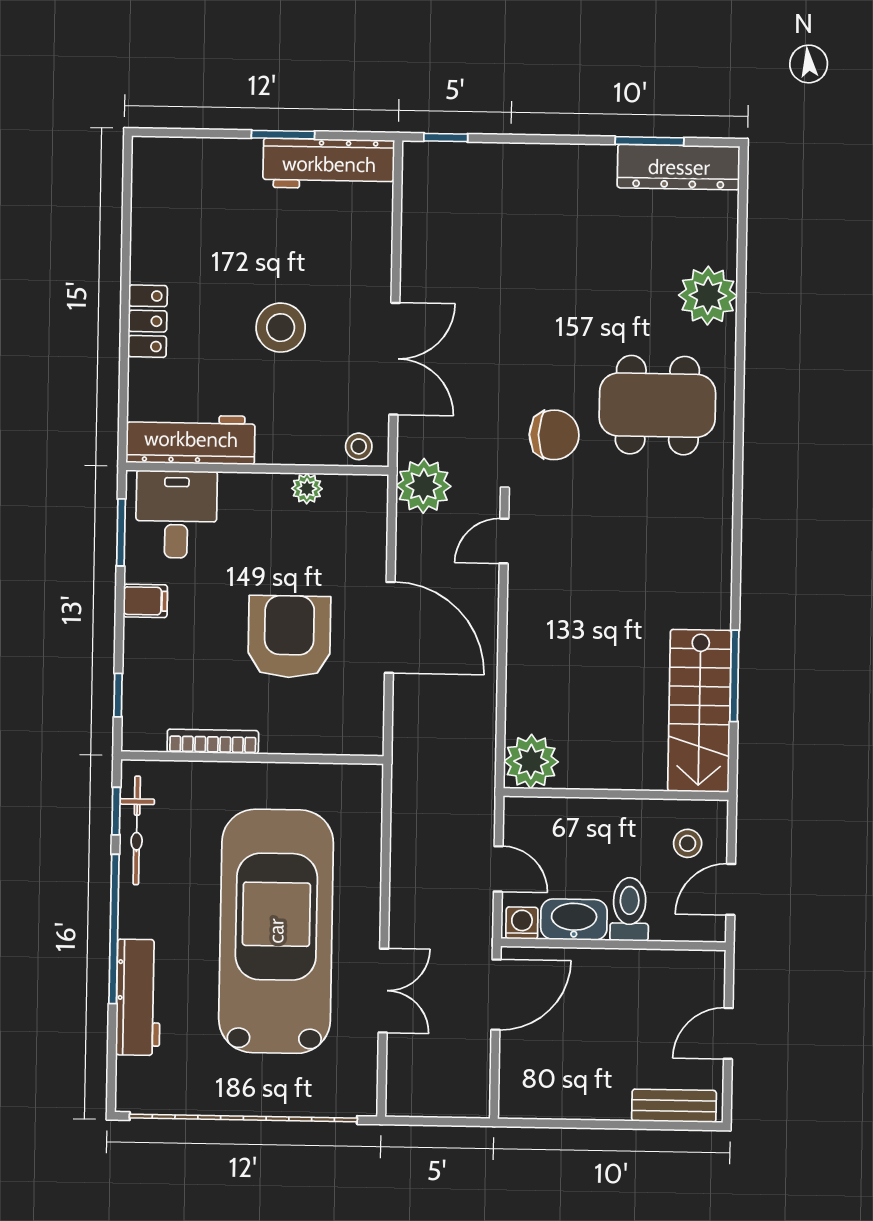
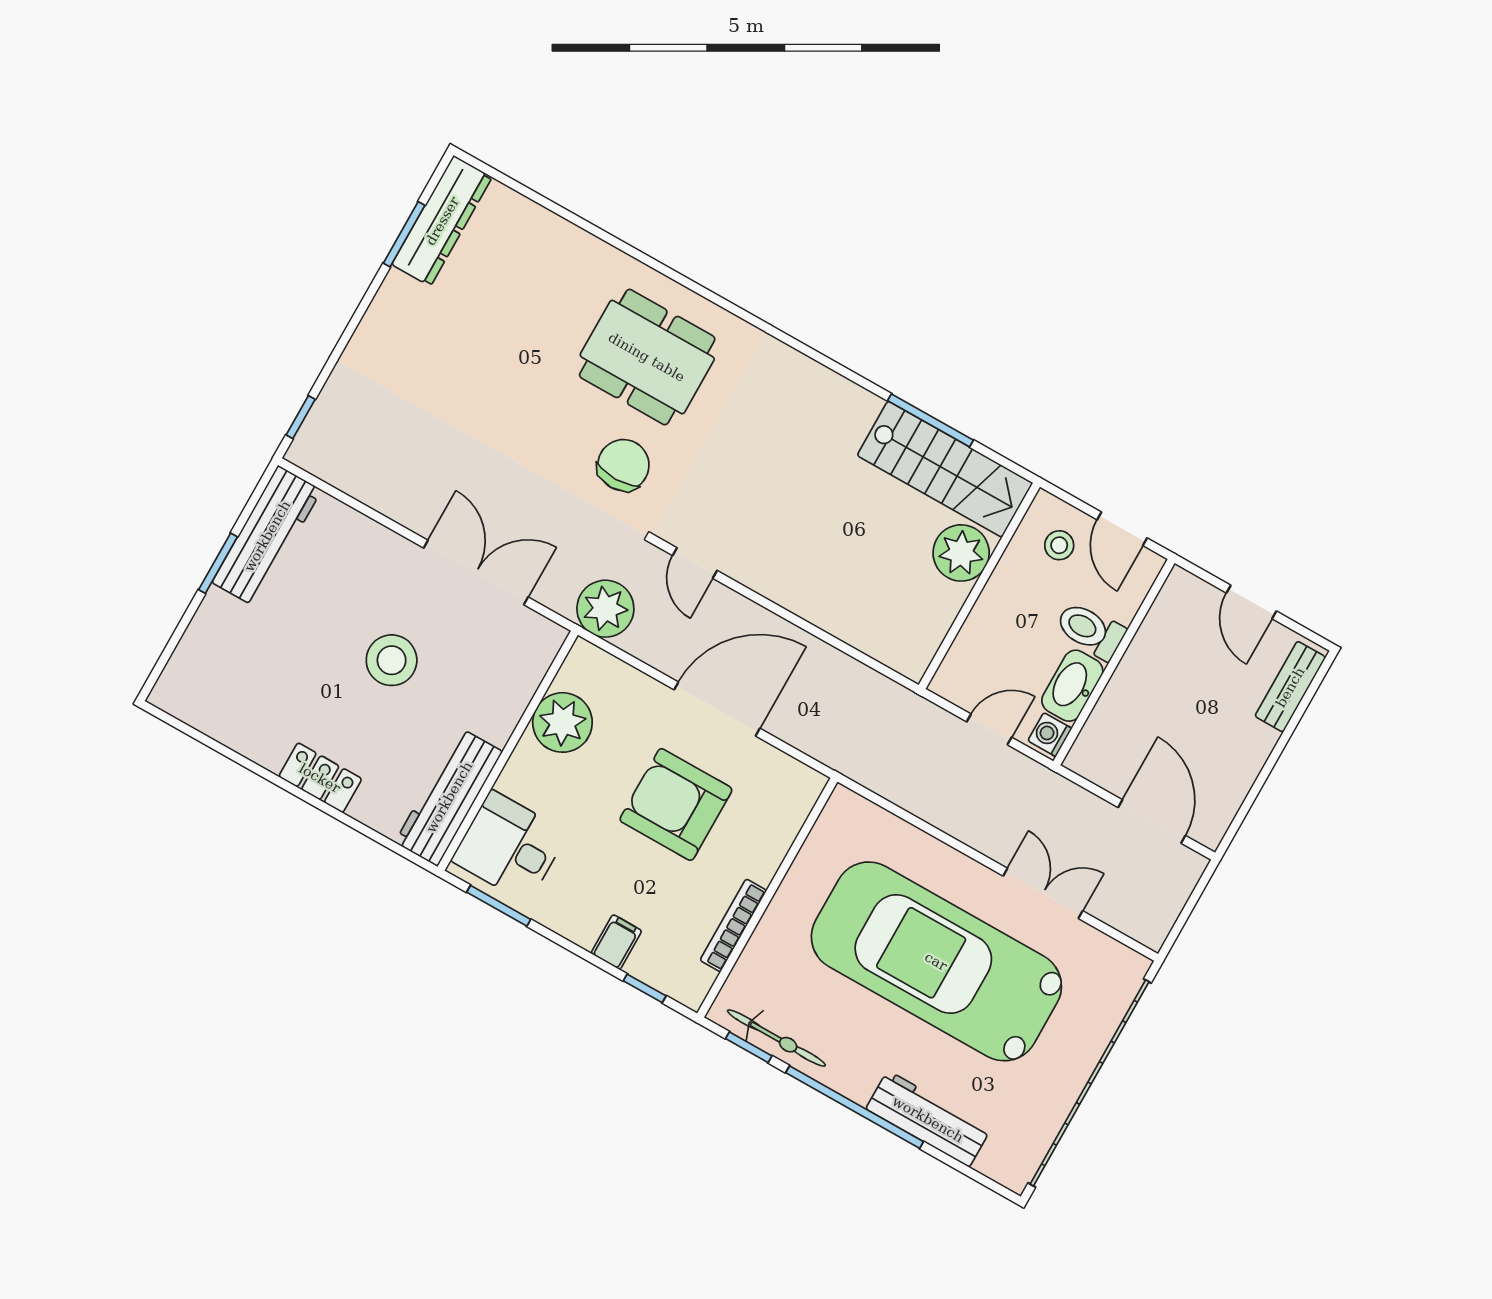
plant: (708, 296) -> (573, 257), removed
dining table: (657, 405) -> (647, 357), turned 90
stool: (359, 446) -> (538, 648), removed
plant: (307, 489) -> (562, 722), width x1.87, depth x1.87
filing cabinet: (145, 601) -> (616, 942), moved
plant: (531, 761) -> (961, 553), moved
door: (496, 995) -> (1152, 821), moved

